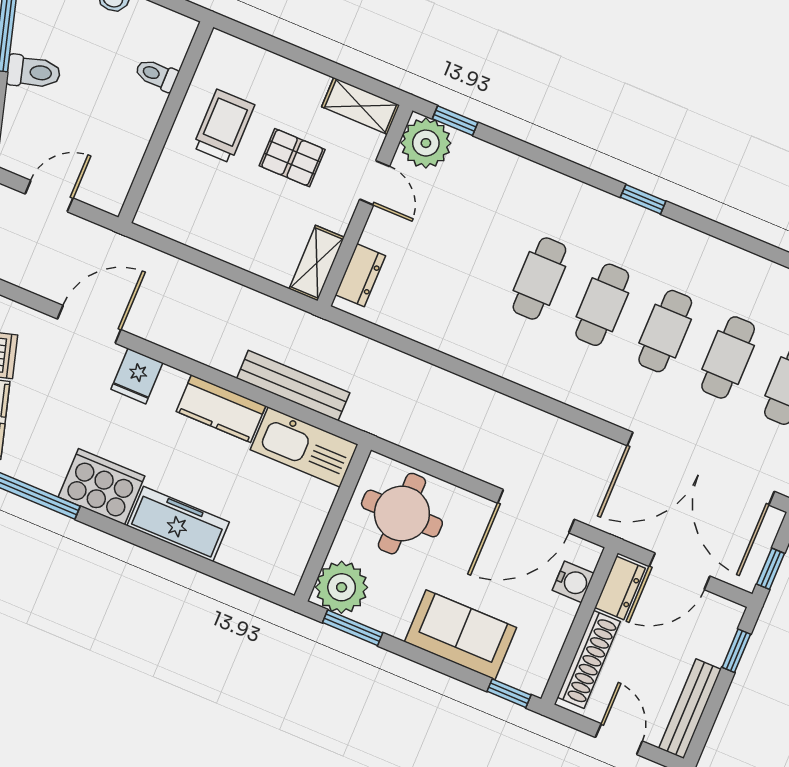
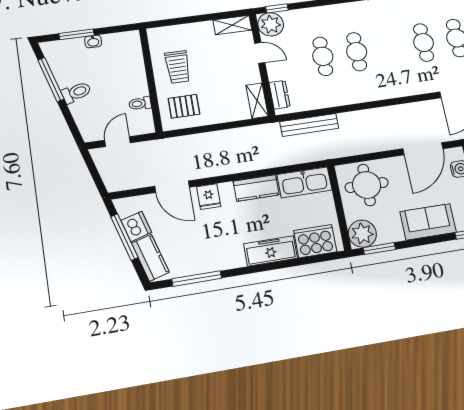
toilet: (156, 75) -> (140, 103), moved
trolley: (224, 126) -> (178, 67), turned 180
pallet: (292, 158) -> (184, 106), moved
cafe table: (602, 305) -> (323, 56), moved
door: (89, 324) -> (172, 187), swing flipped
bench: (293, 386) -> (309, 125), moved
cooker: (101, 487) -> (315, 241), moved

